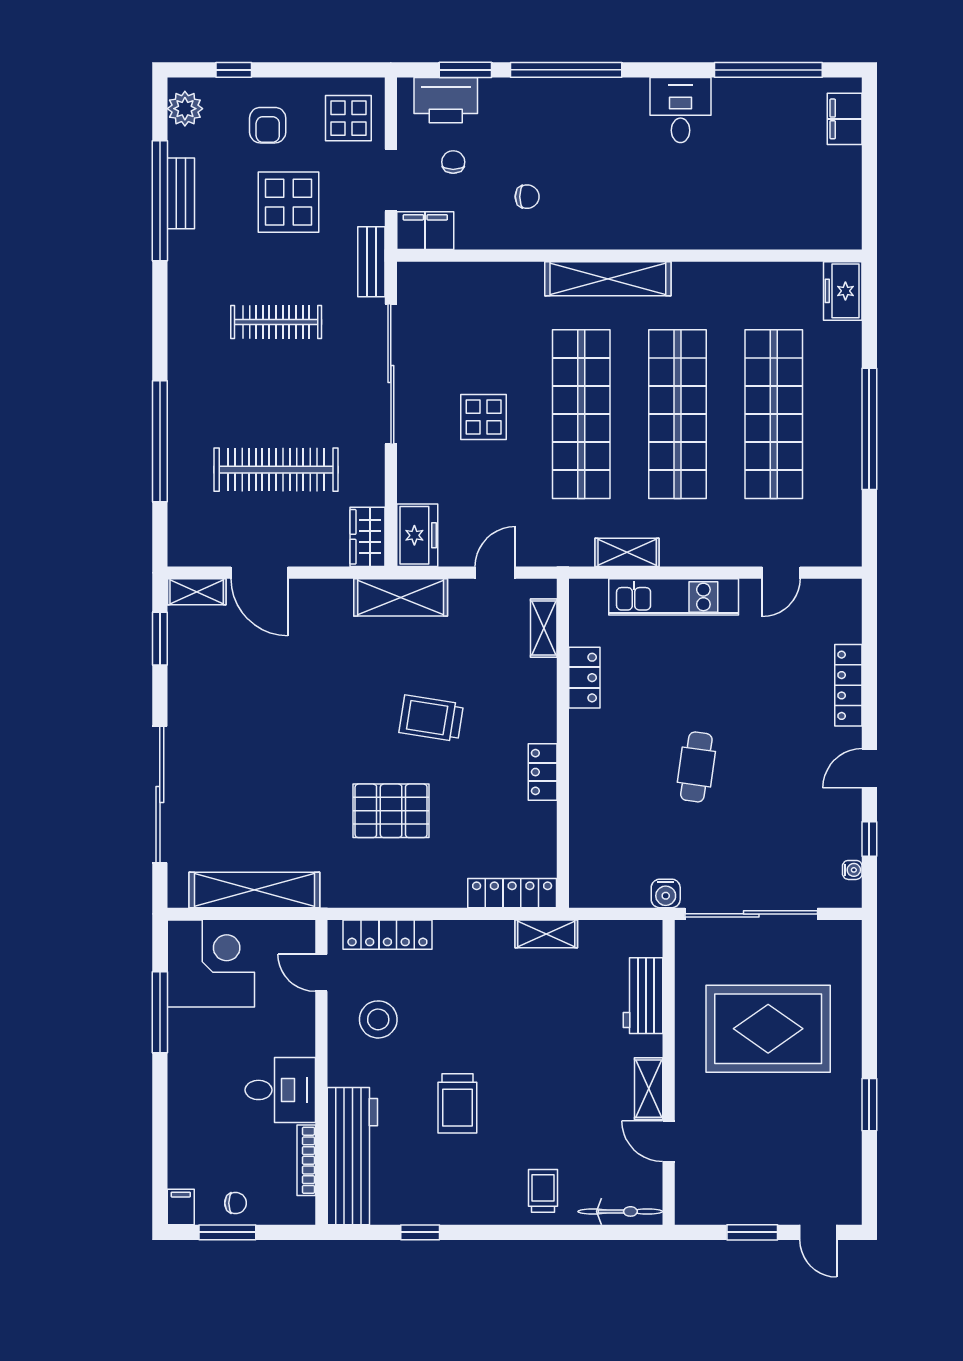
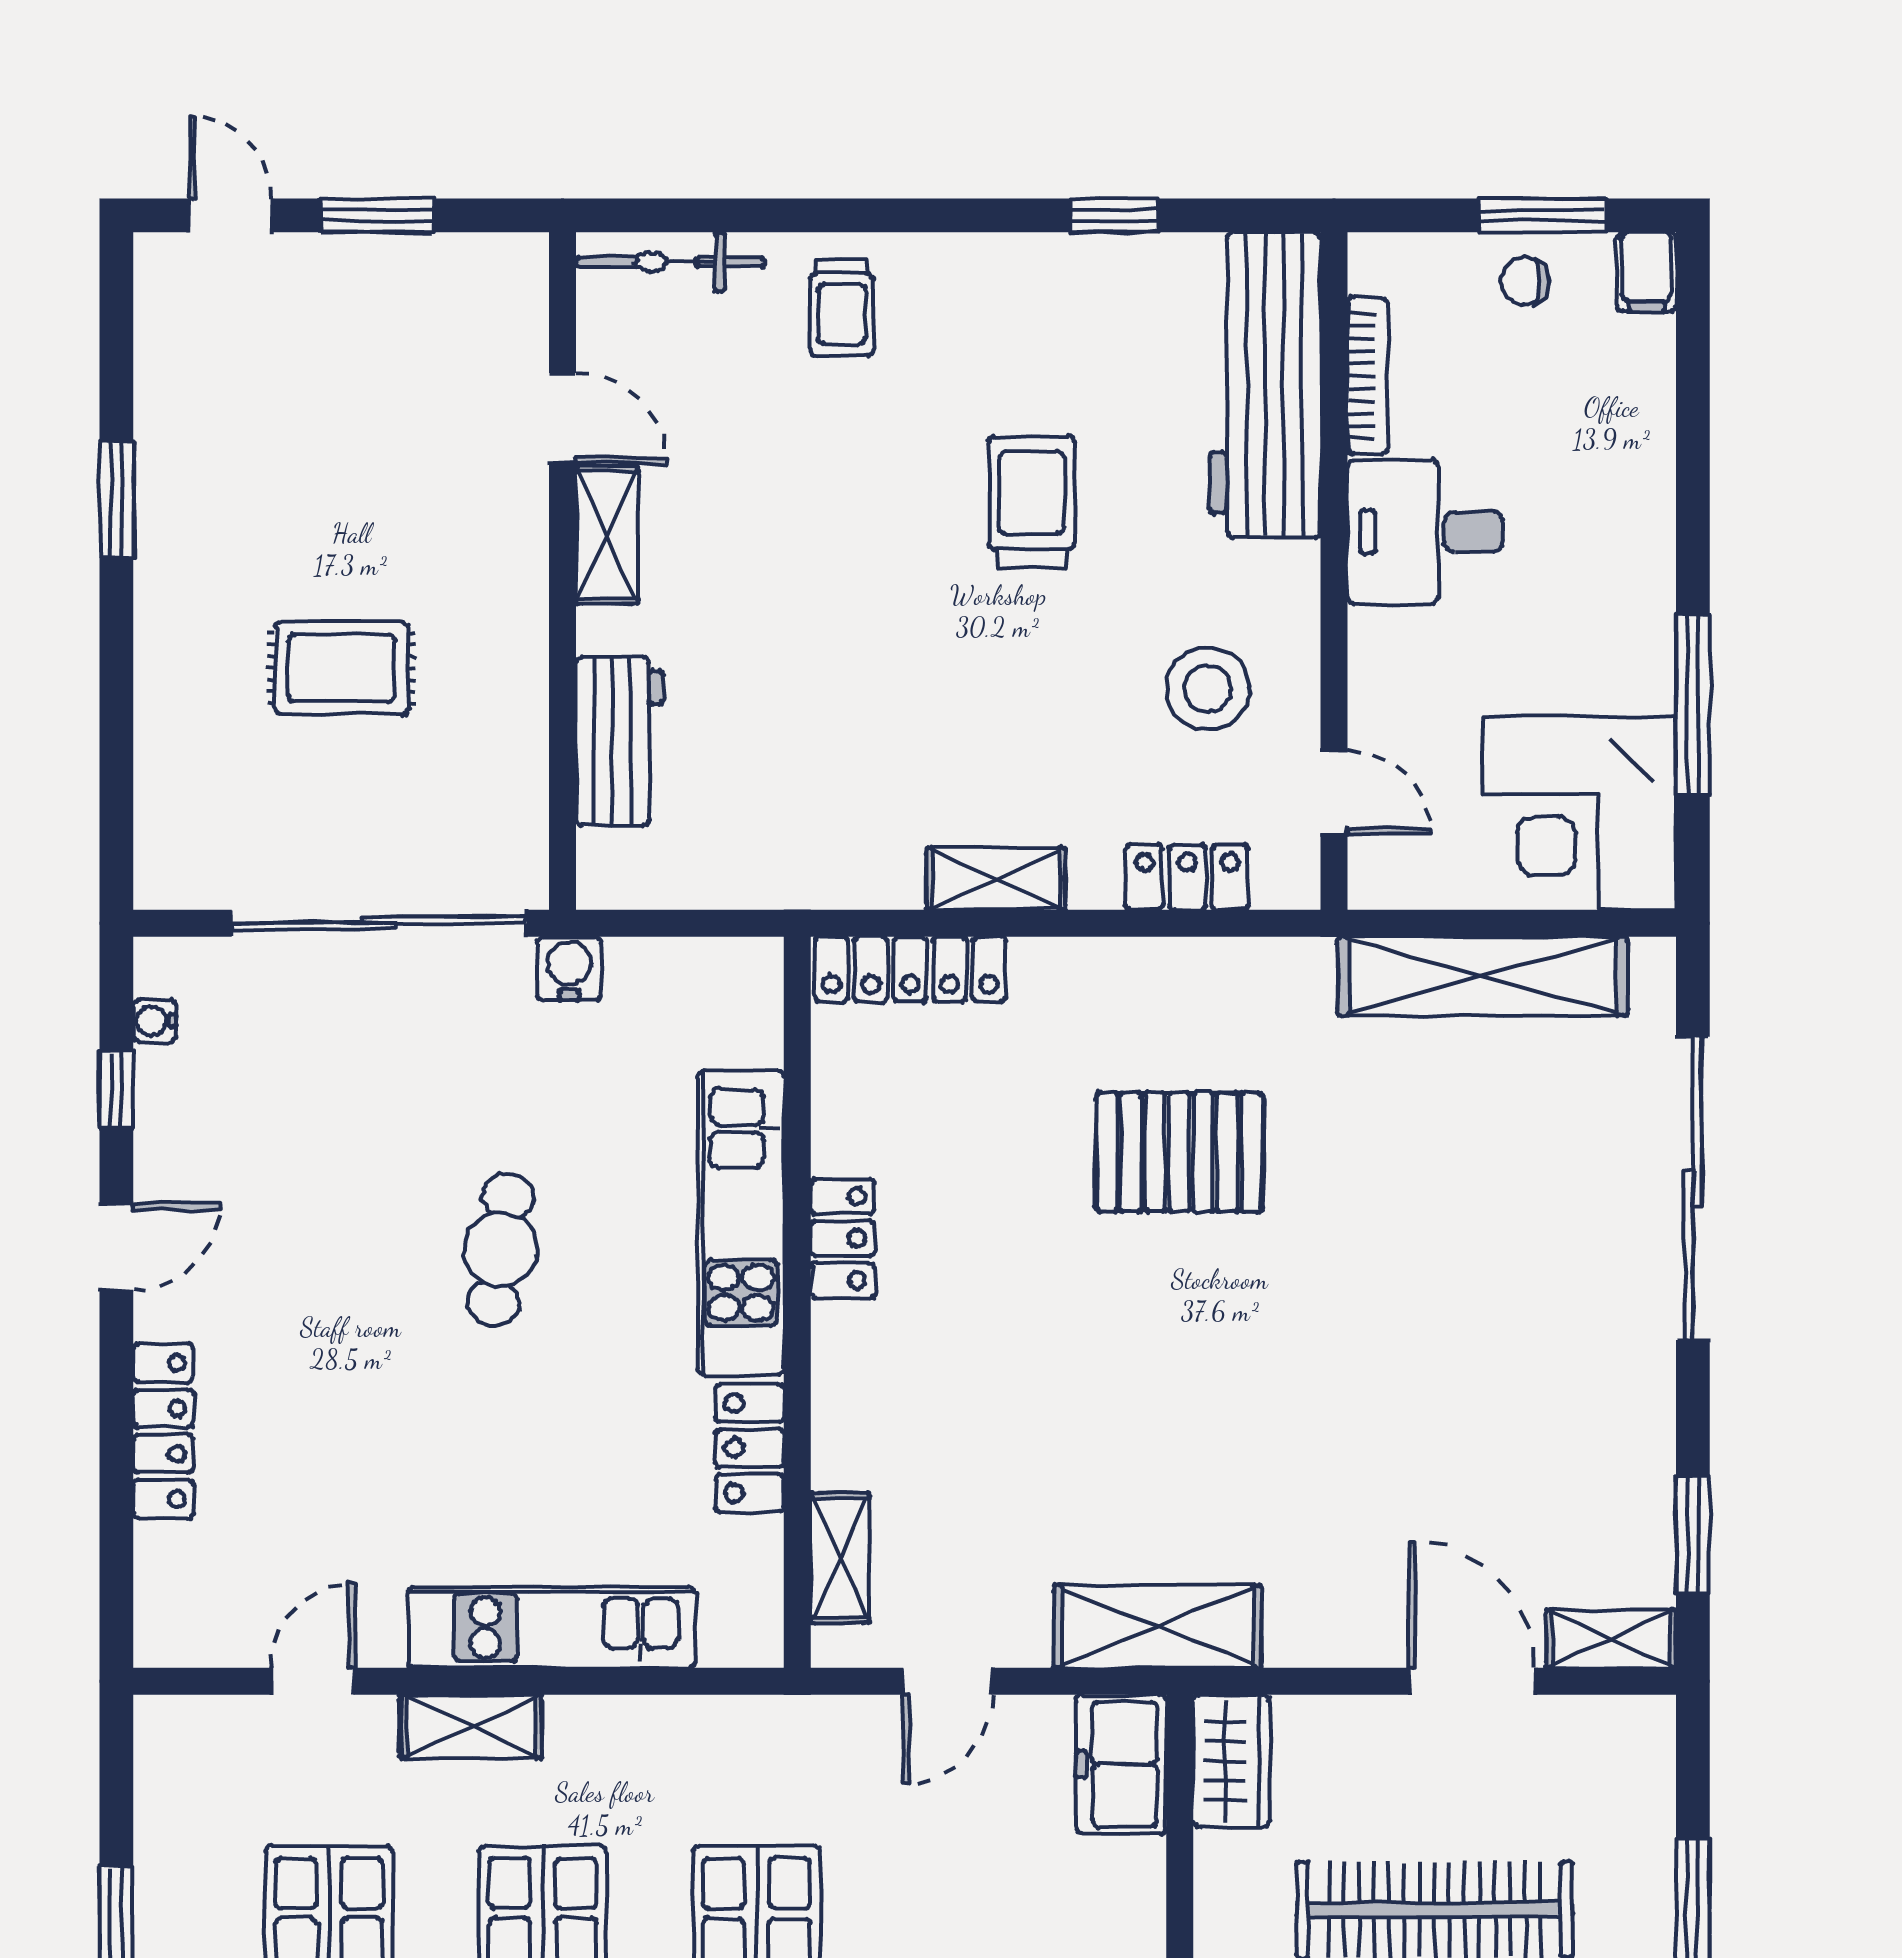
shelving: (627, 552) -> (471, 1726), moved
trolley: (431, 718) -> (1090, 1358), removed
kitchen unit: (588, 779) -> (741, 1223), added
shelving: (546, 934) -> (996, 879), moved
locker: (387, 935) -> (1187, 877), width x0.66
rug: (768, 1029) -> (341, 668), width x0.54, depth x0.49

